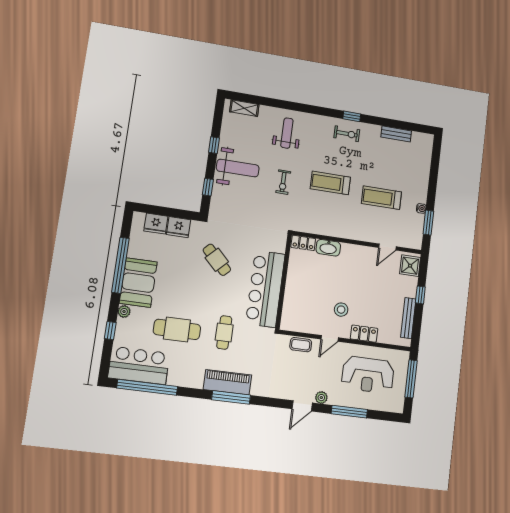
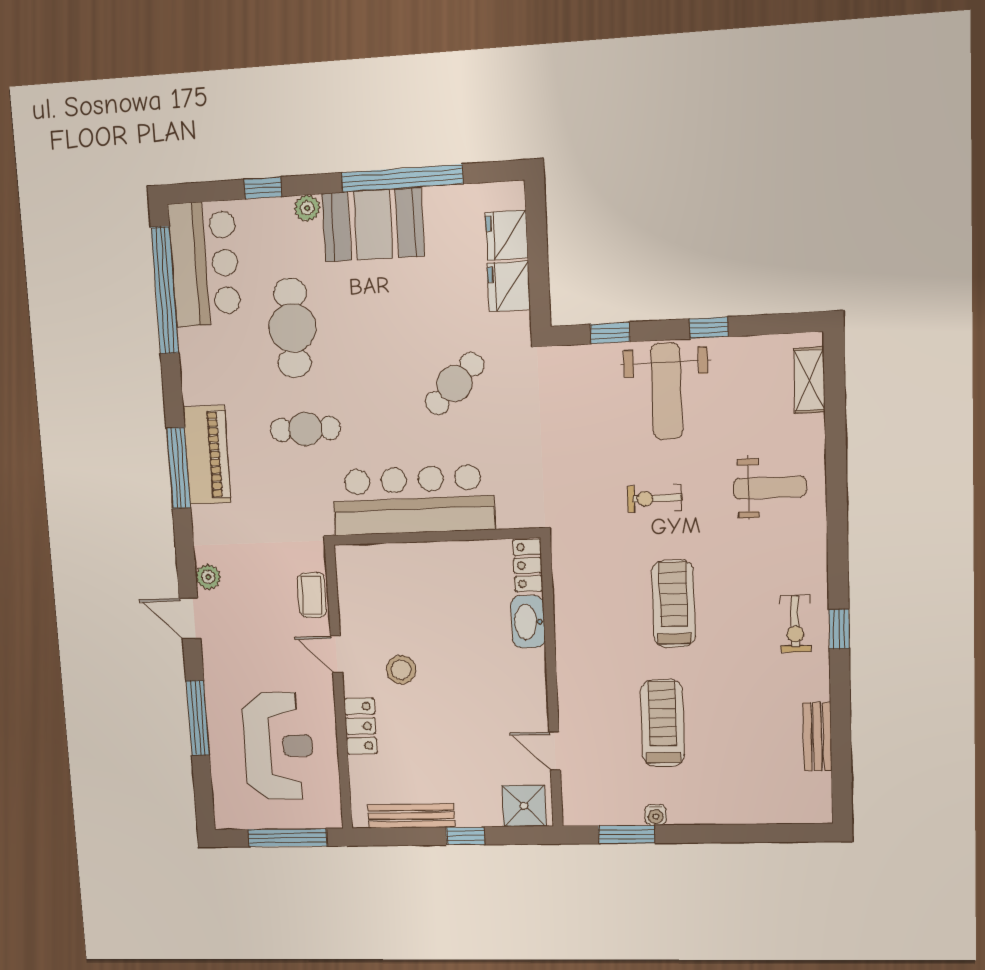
reception desk: (368, 375) -> (278, 746), turned 180
plant: (321, 398) -> (208, 577), moved

